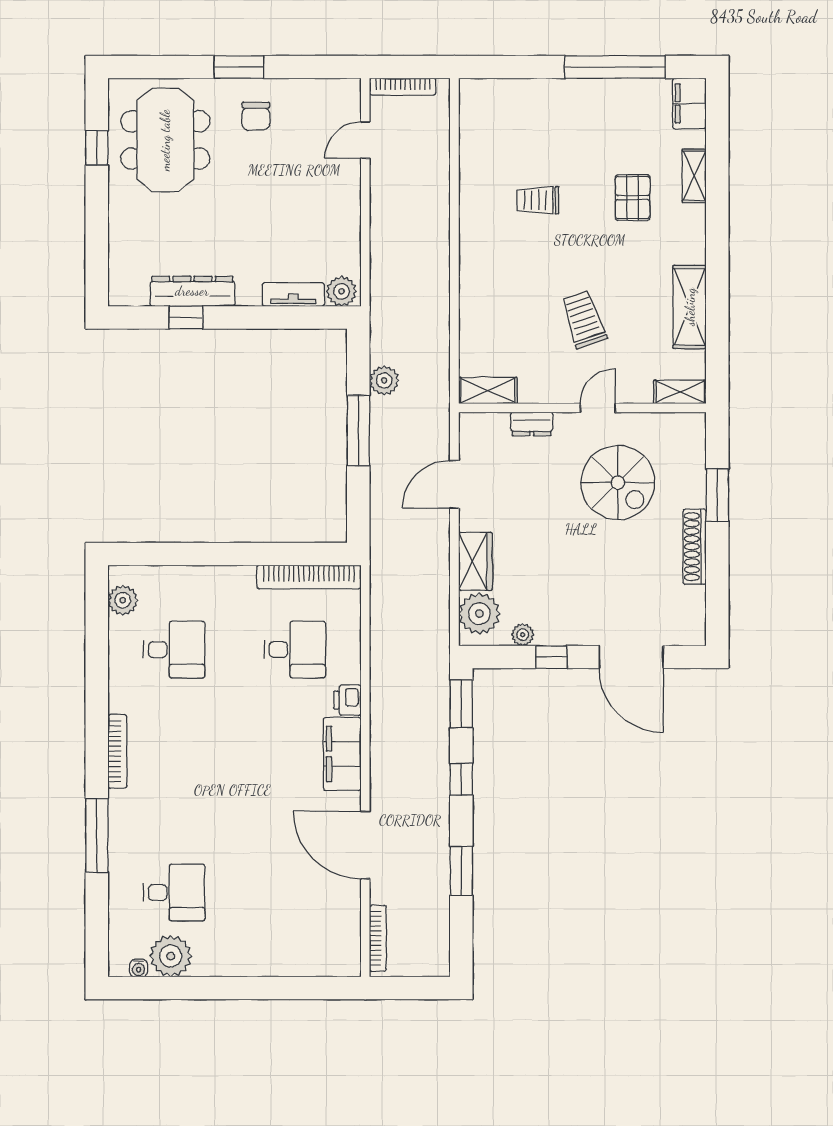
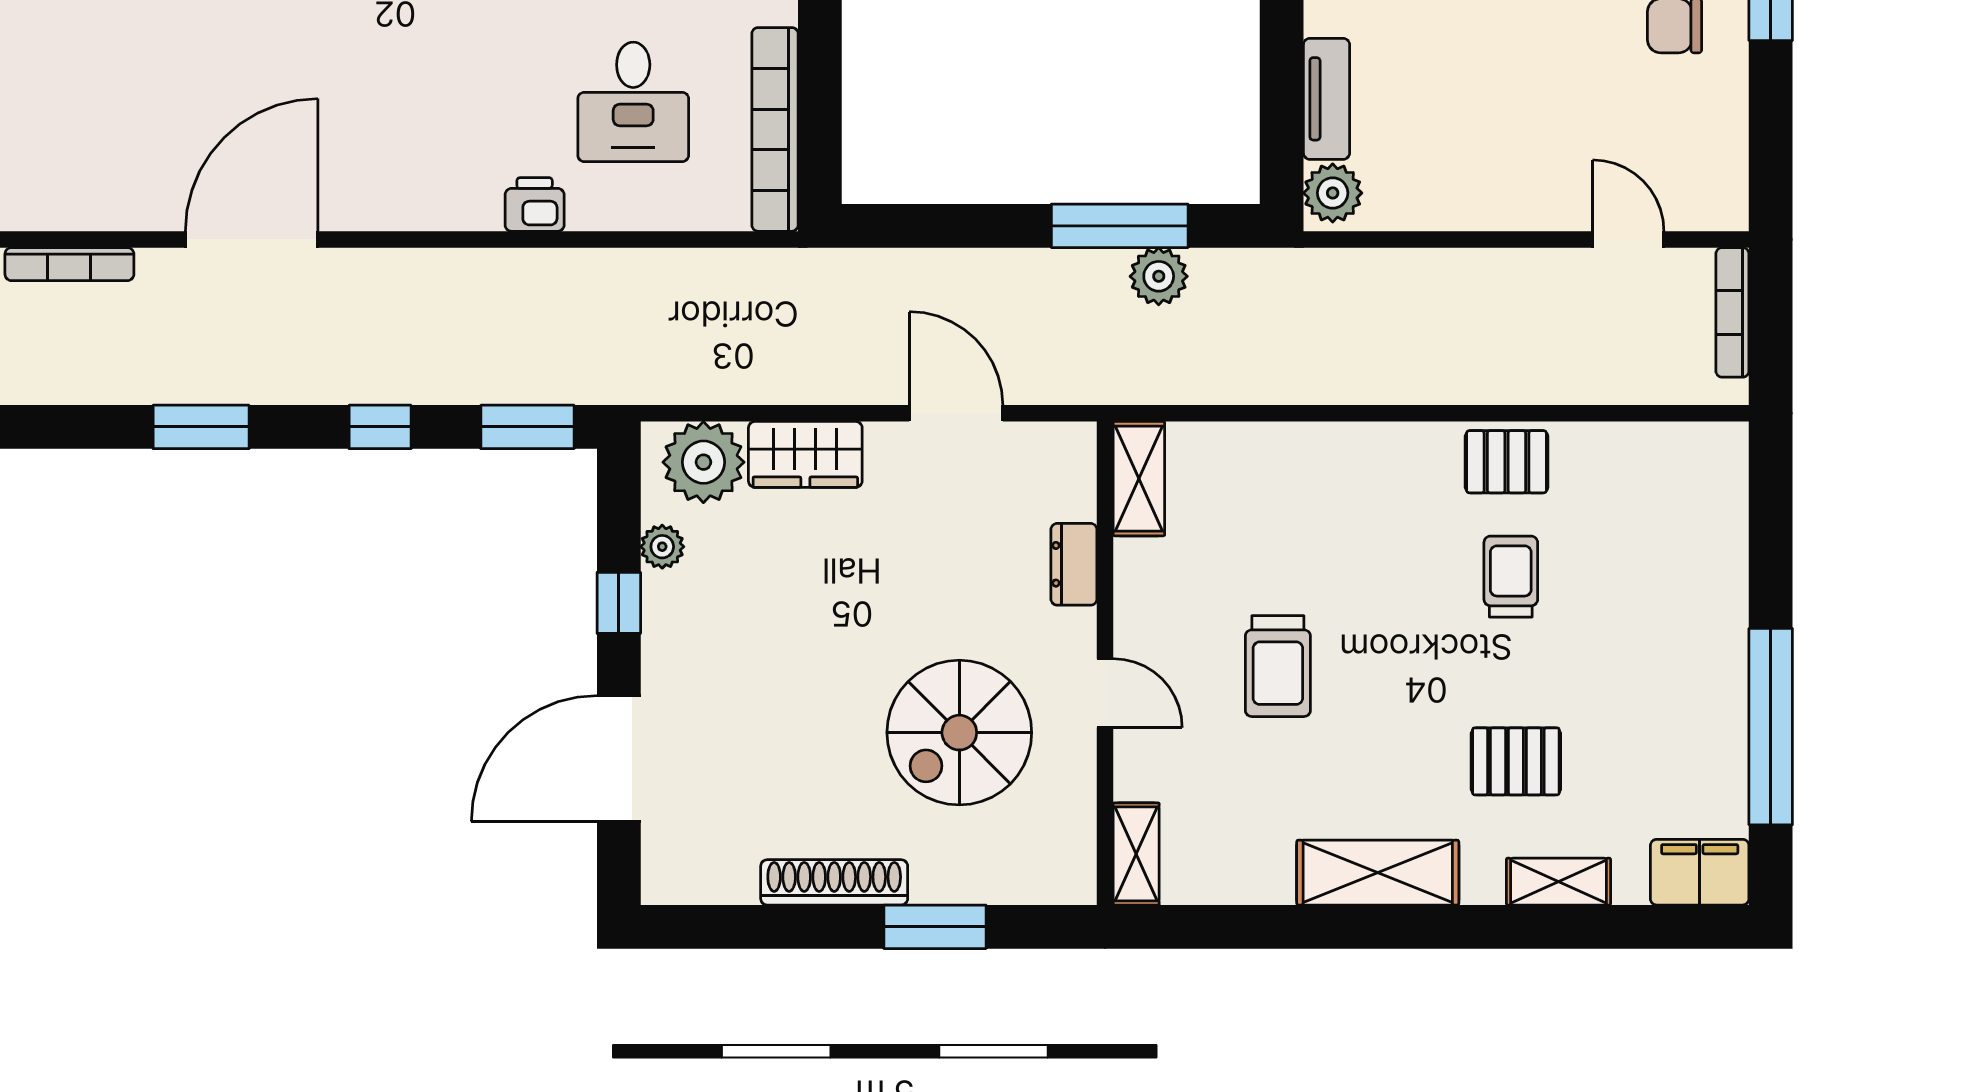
pallet: (479, 202) -> (1507, 462), added
shelving: (690, 307) -> (1378, 873), moved
trolley: (584, 319) -> (1278, 666), turned 109
window: (358, 430) -> (1120, 226), moved
filing cabinet: (342, 754) -> (429, 194), removed

